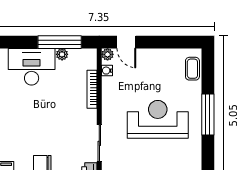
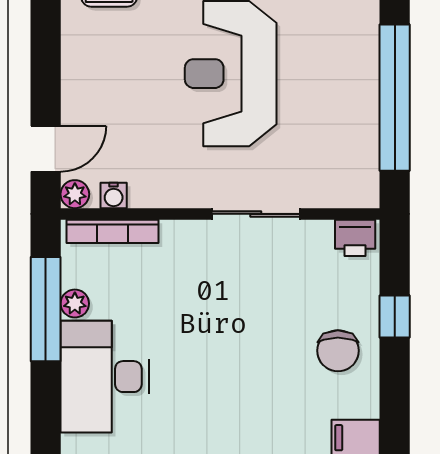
bookcase: (92, 89) -> (113, 231), moved
sliding door: (99, 143) -> (256, 214), moved

